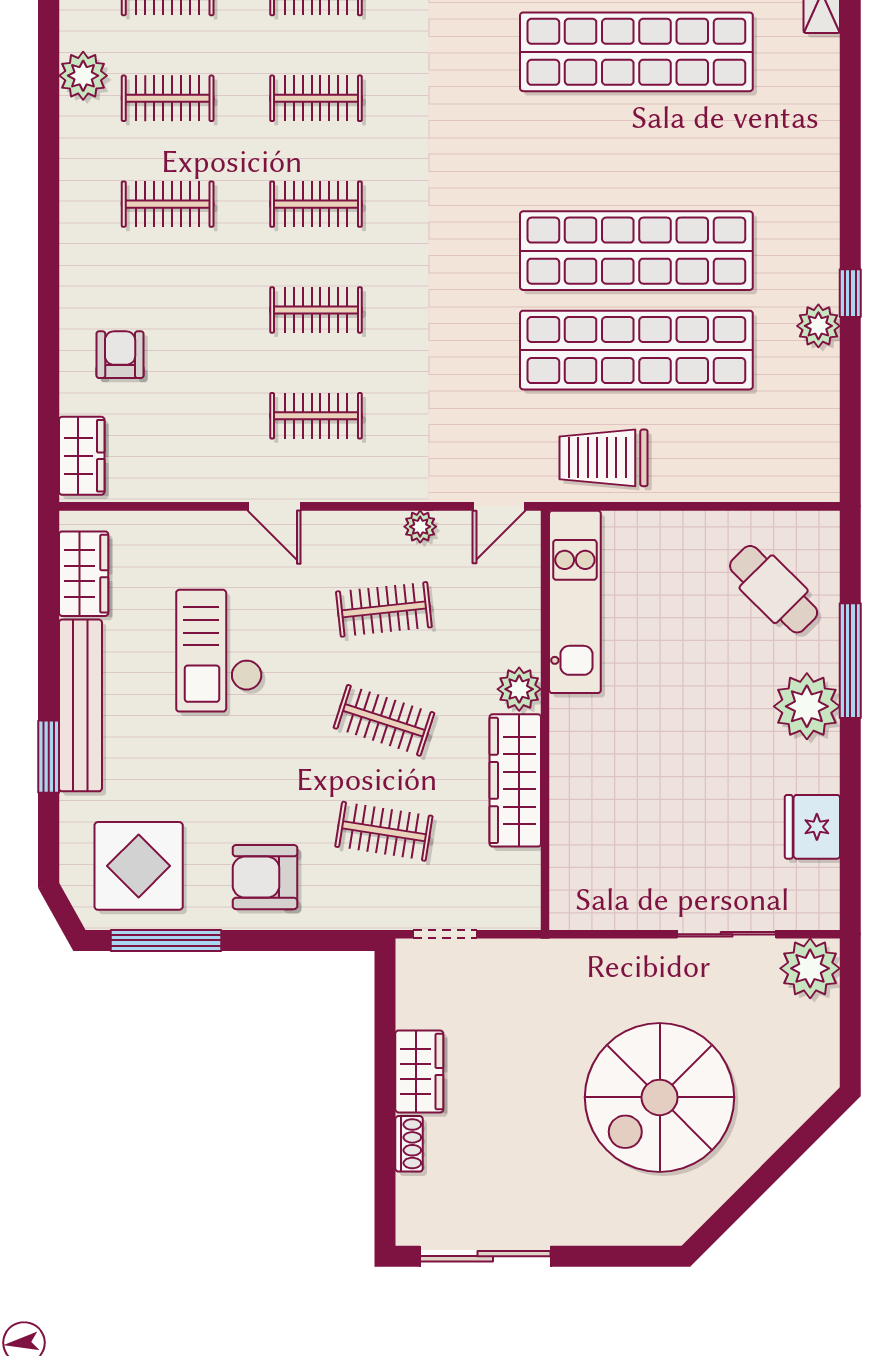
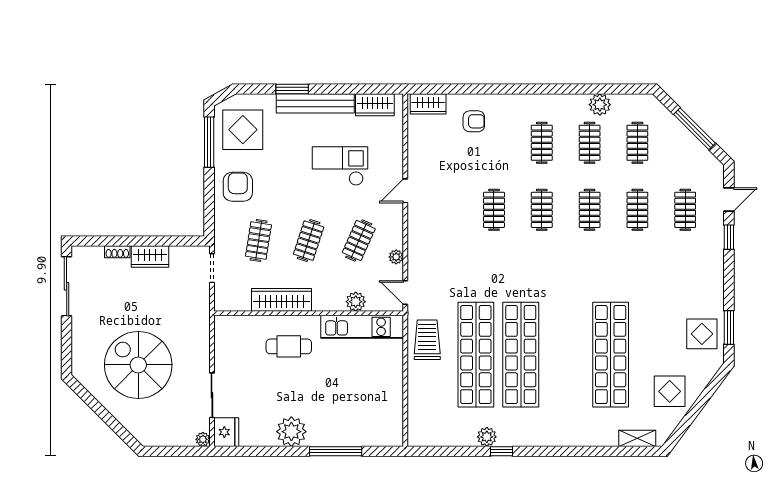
clothes rail: (316, 416) -> (446, 210), removed
cafe table: (774, 589) -> (289, 346), moved, turned 45
clothes rail: (384, 609) -> (359, 241), turned 30
plant: (519, 689) -> (356, 302), moved
plant: (807, 706) -> (291, 432), moved
fridge: (812, 827) -> (226, 432), moved, turned 90
plant: (810, 968) -> (203, 439), width x0.53, depth x0.53

